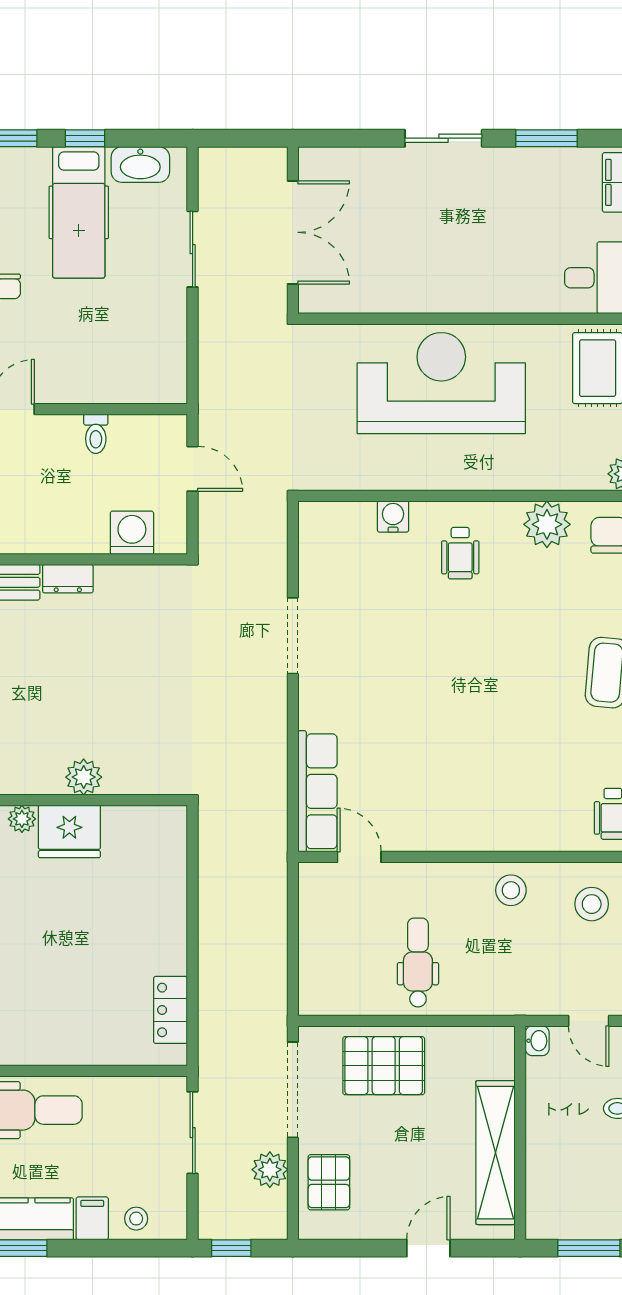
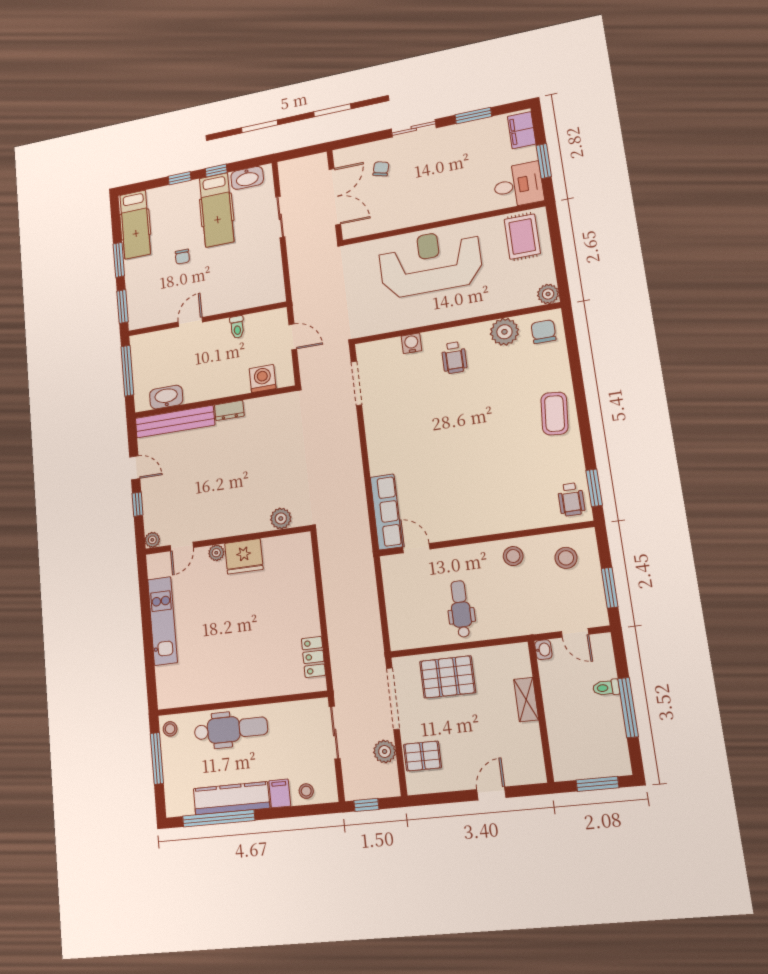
chair: (378, 199) -> (381, 169), added
doorway: (293, 636) -> (356, 383), moved
plant: (84, 777) -> (281, 518), moved
shelving: (495, 1153) -> (526, 700), width x0.45, depth x0.75
pallet: (329, 1182) -> (422, 756), turned 90

